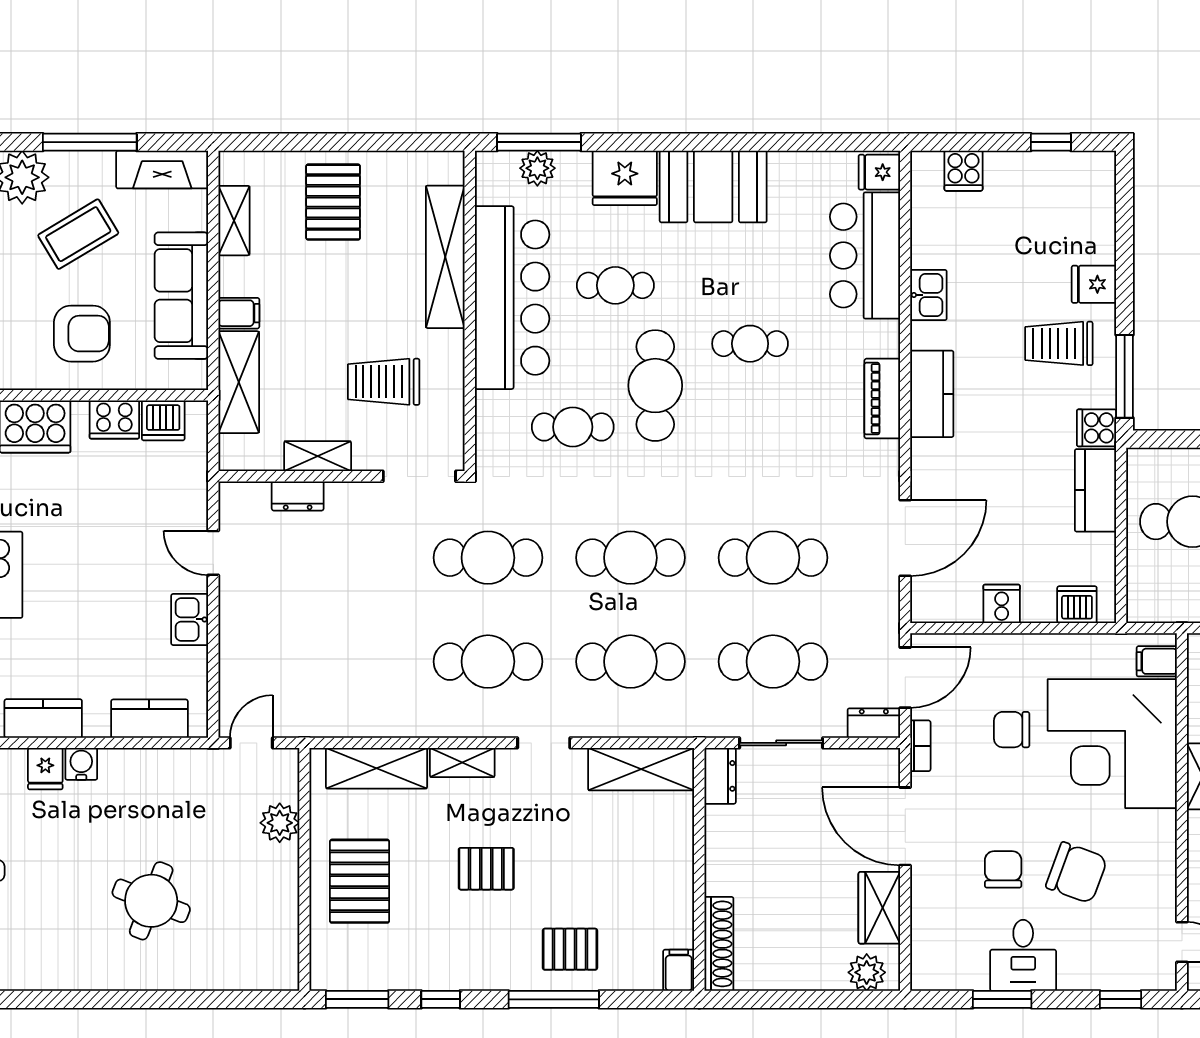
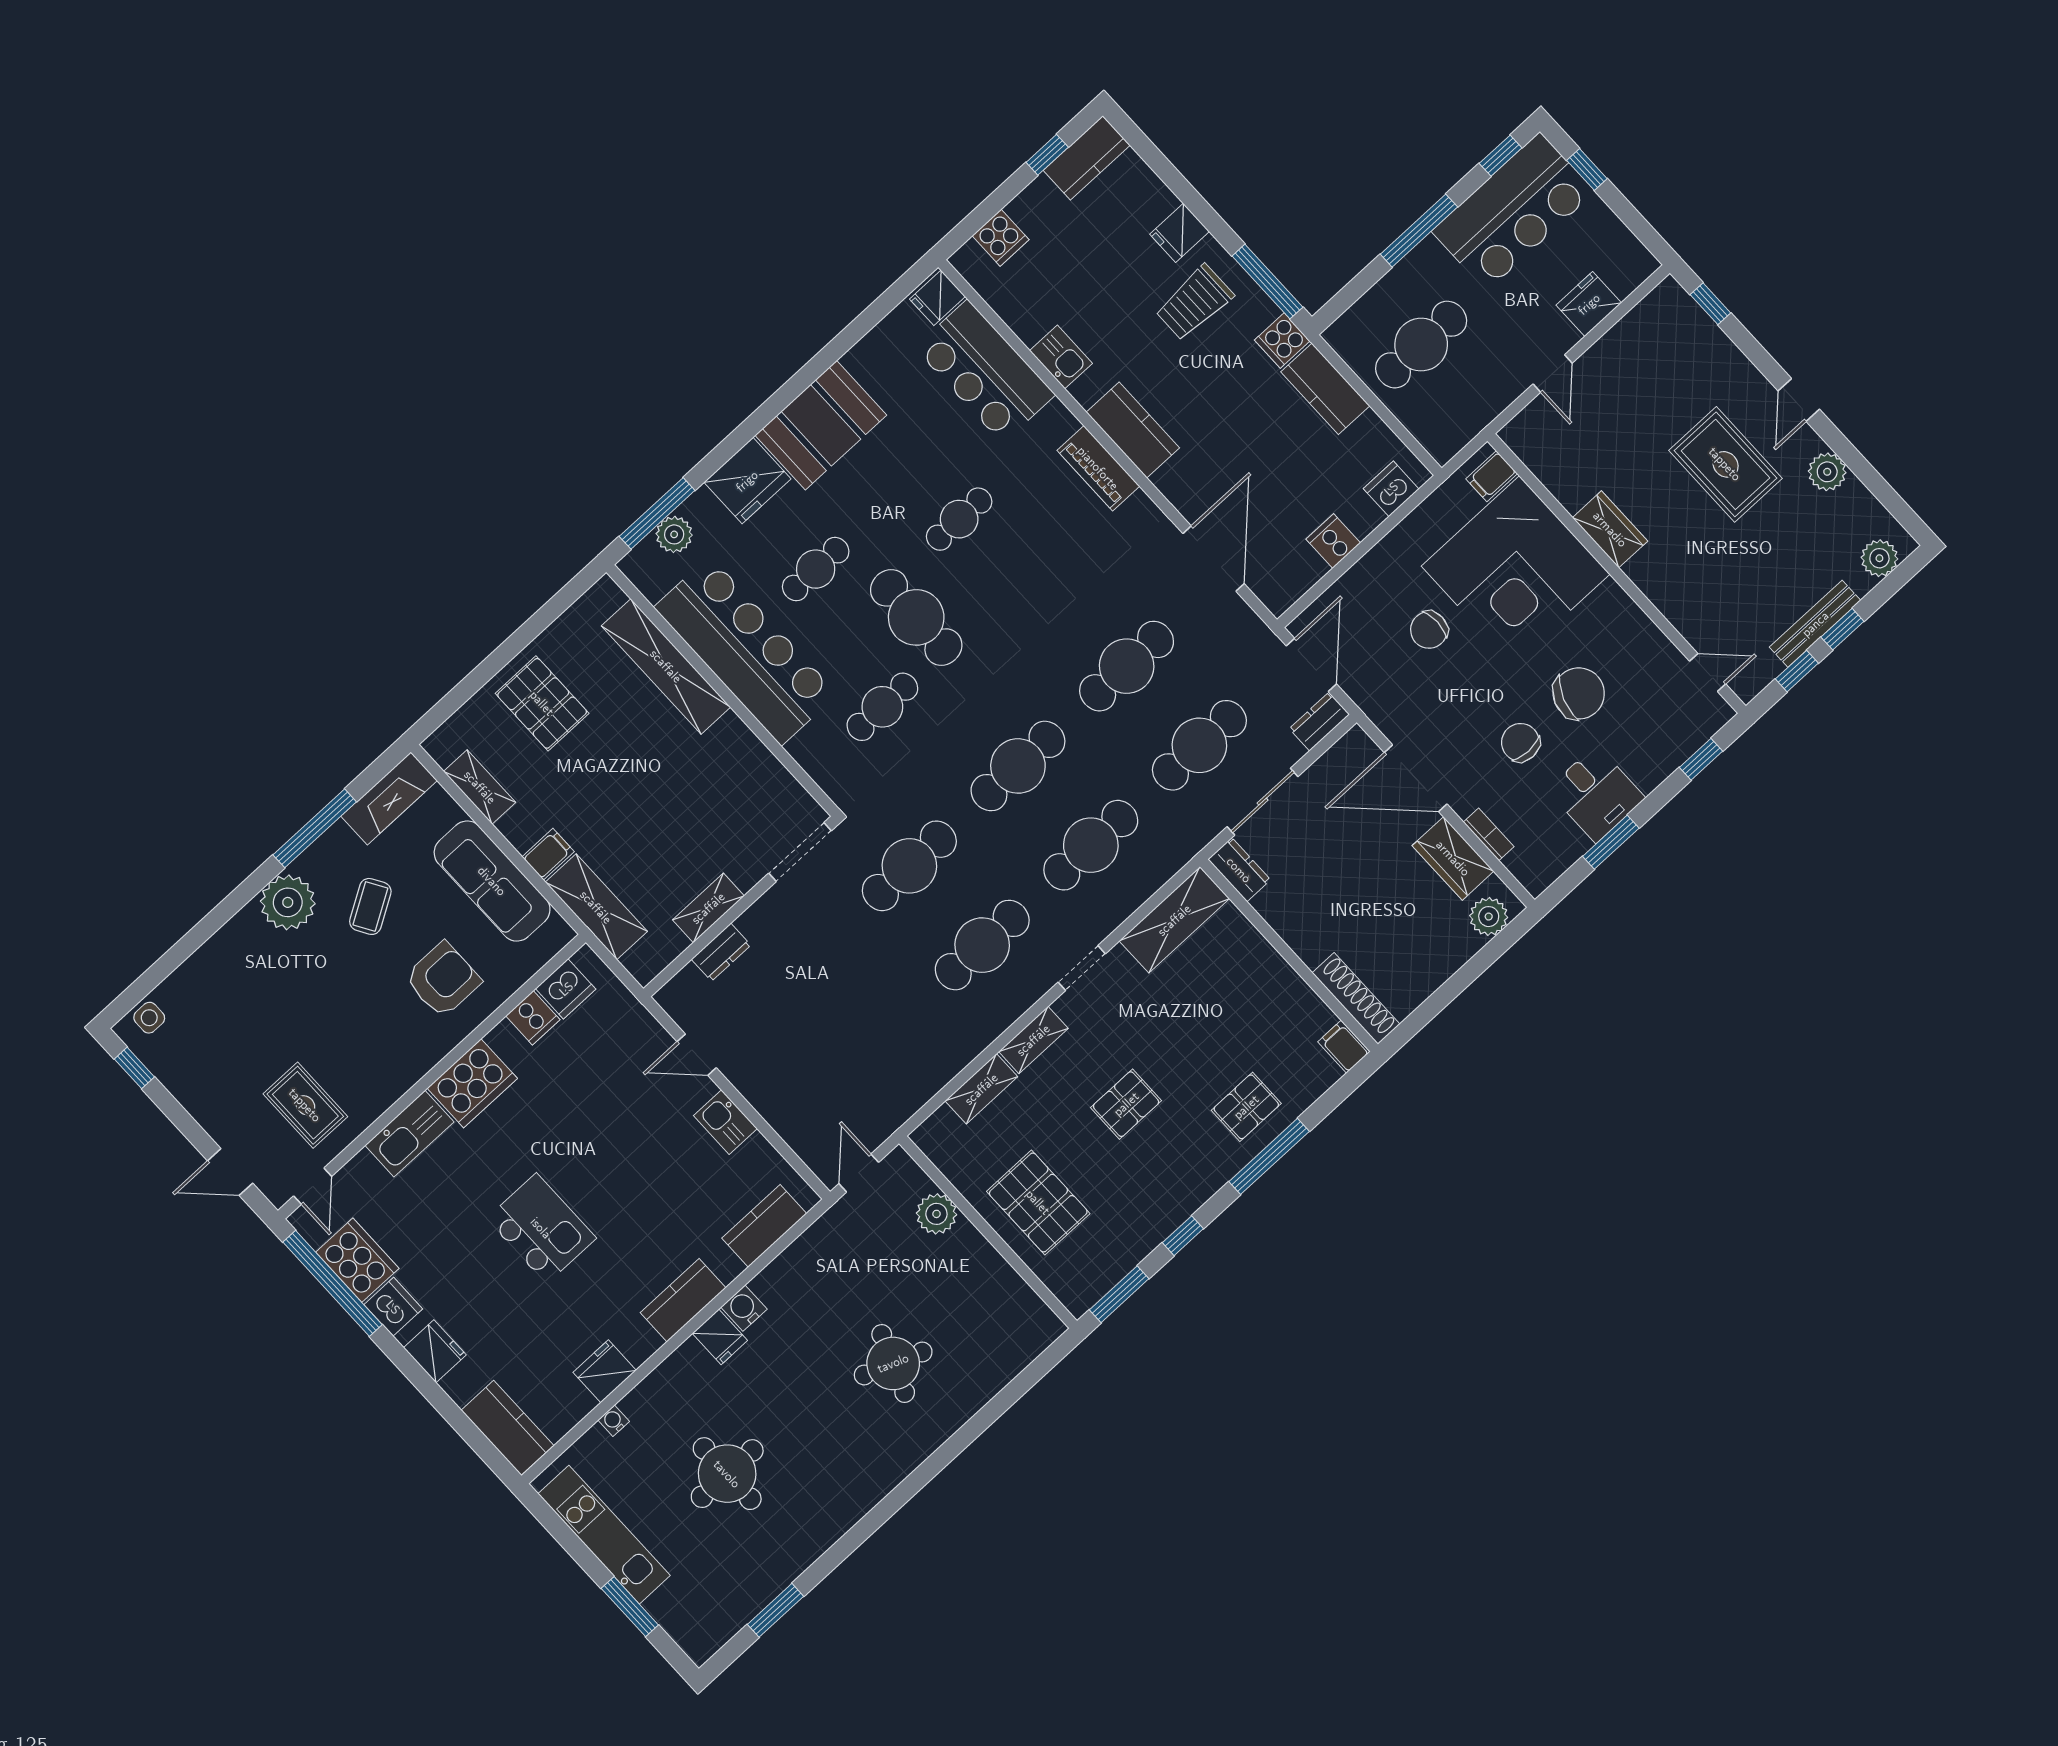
kitchen counter: (1077, 170) -> (1087, 158), added
coffee table: (78, 234) -> (370, 906), width x0.73, depth x0.77
trolley: (384, 382) -> (707, 805), removed
cooker: (114, 420) -> (533, 1018), width x0.73
bookcase: (920, 746) -> (1489, 834), moved
shelving: (377, 768) -> (981, 1089), width x0.67, depth x0.75

